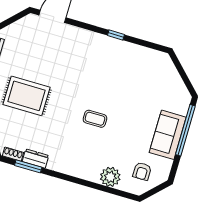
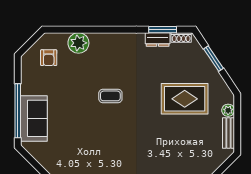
sofa: (168, 135) -> (34, 118), moved
armchair: (142, 171) -> (49, 58), turned 180

